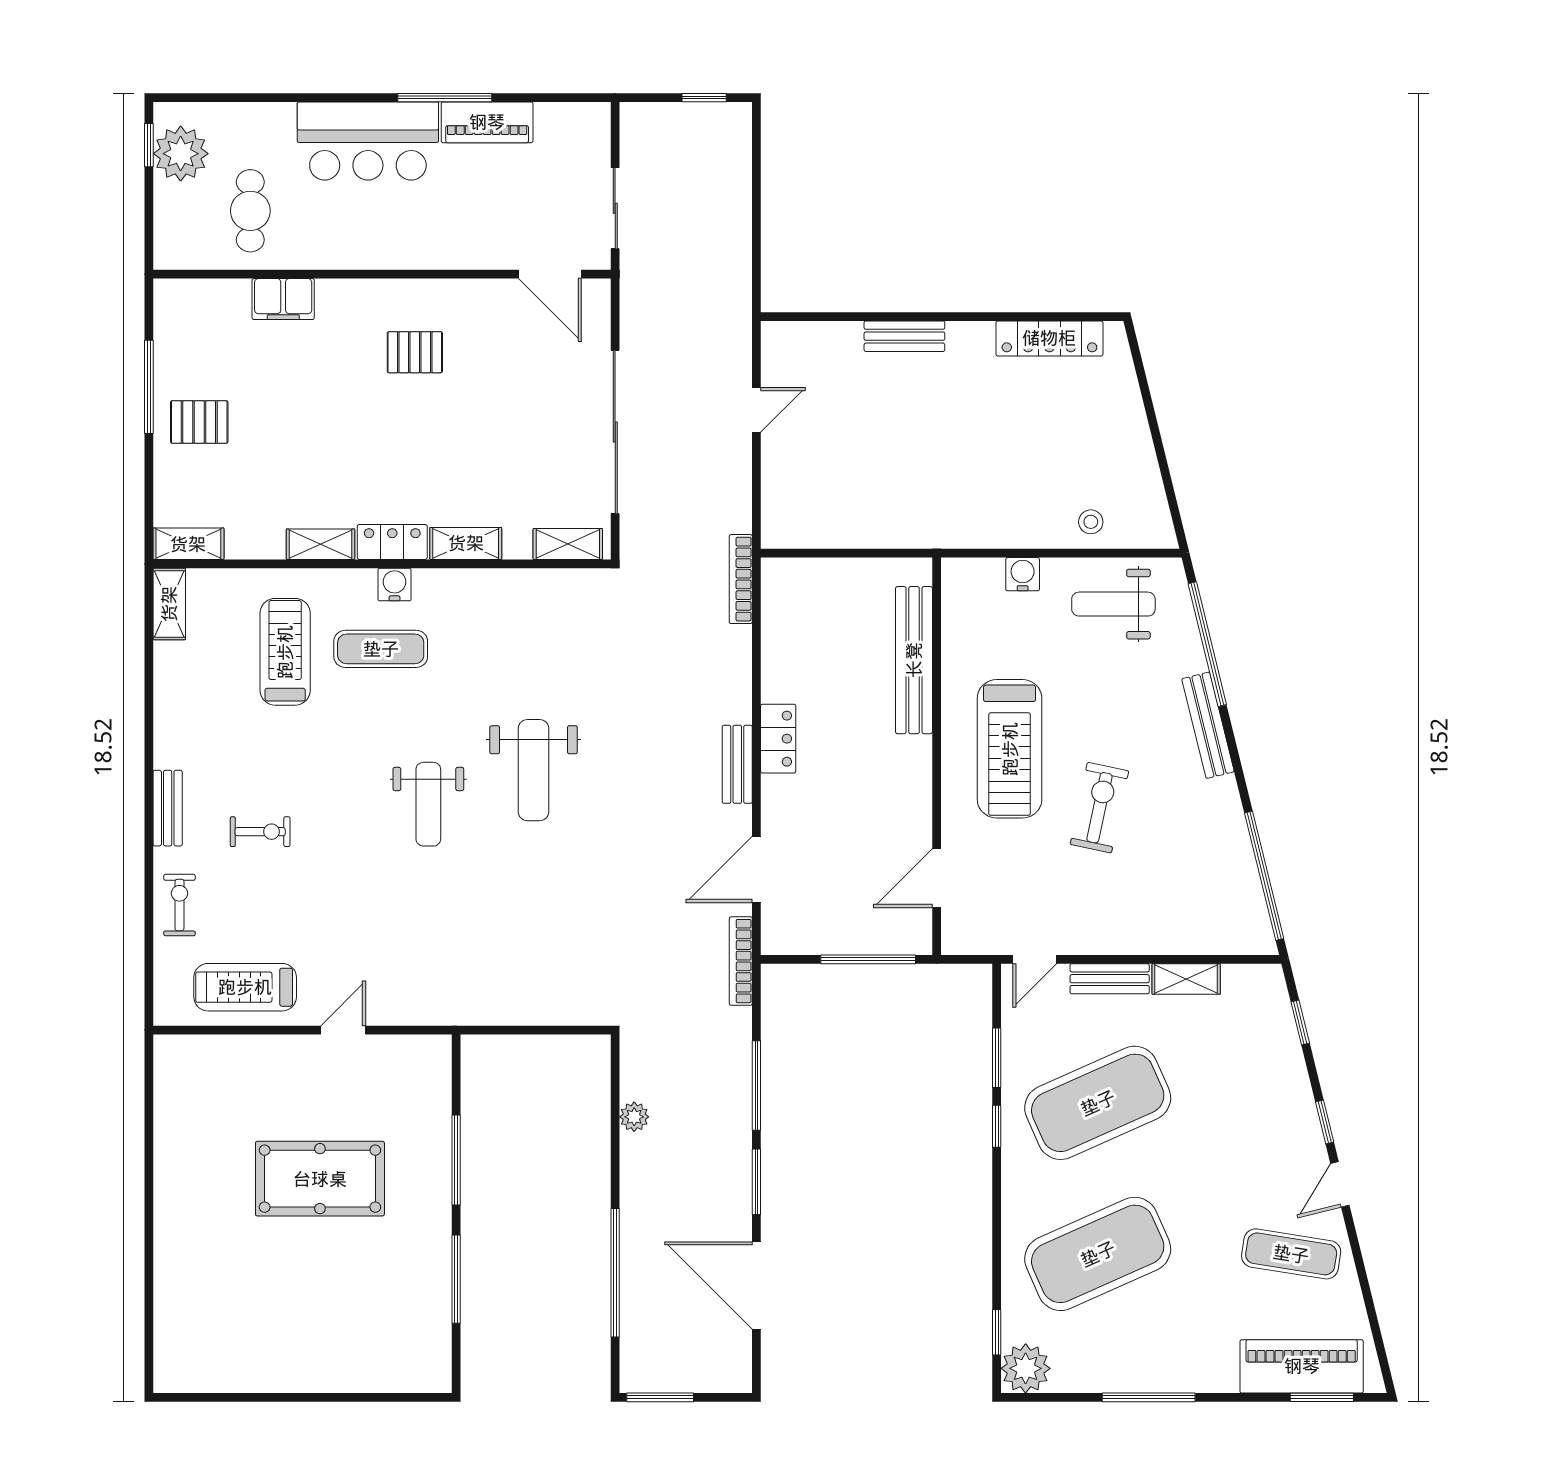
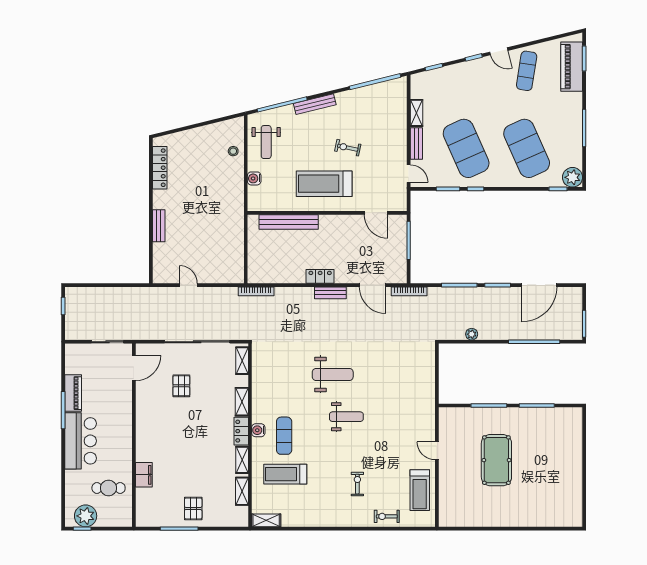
pallet: (415, 352) -> (181, 386), moved
shelving: (188, 544) -> (242, 491), moved
treadmill: (1010, 749) -> (324, 184), turned 180
bench: (168, 808) -> (348, 521), removed
exercise bike: (1099, 808) -> (348, 148), width x0.73, depth x0.72

